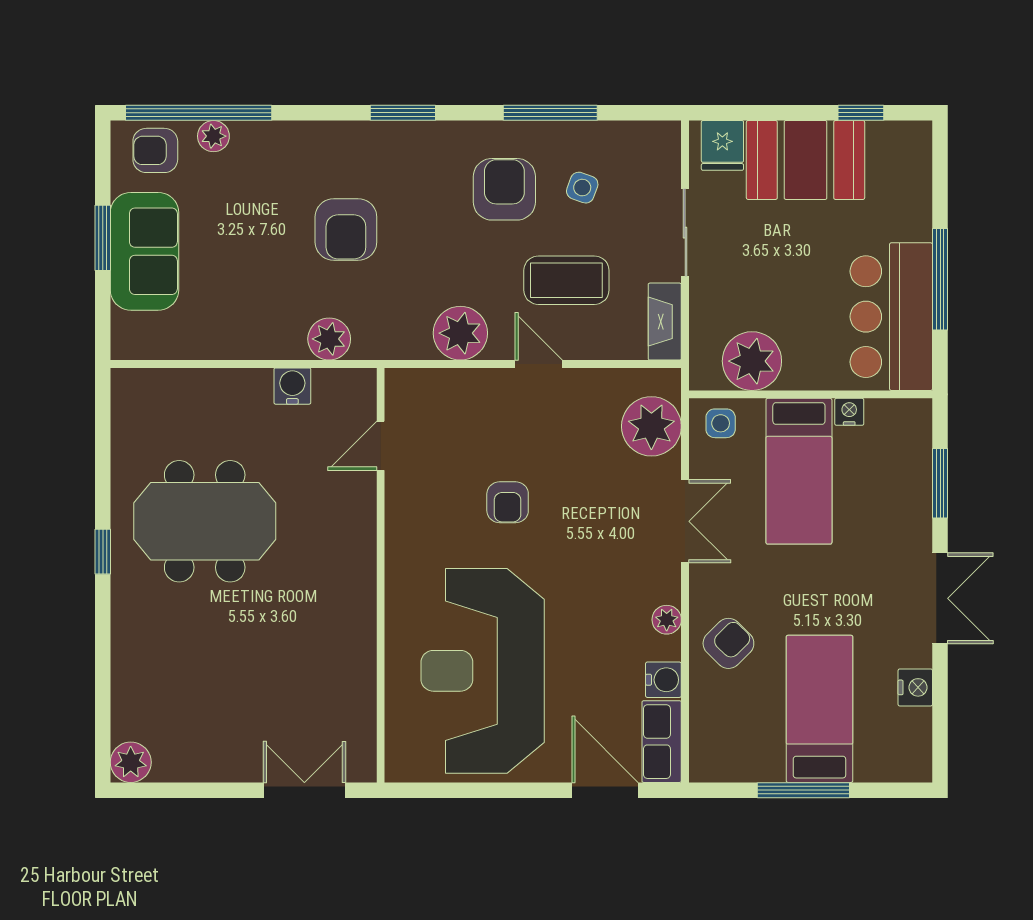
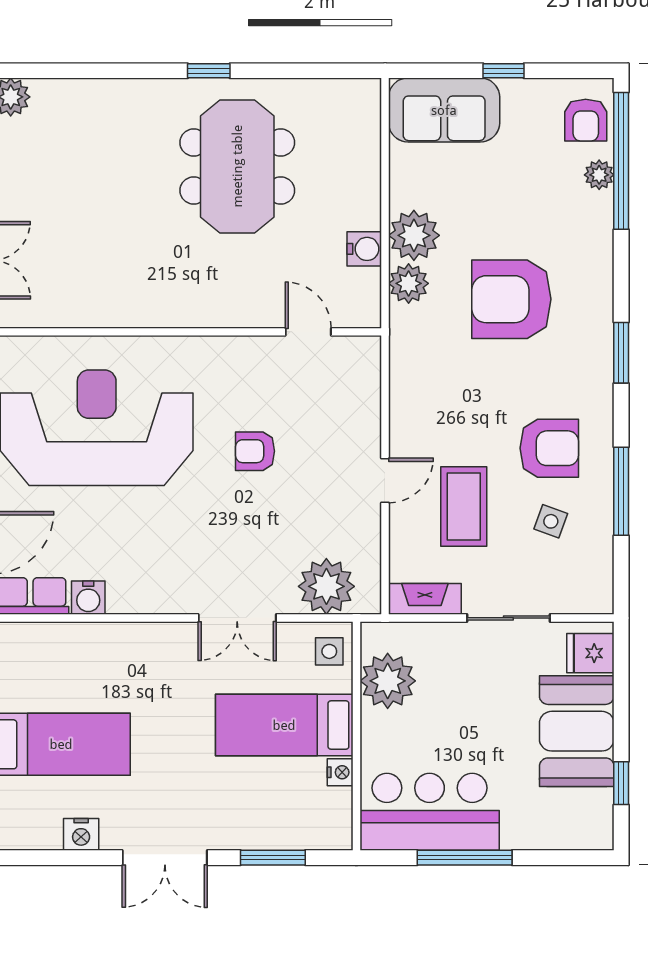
armchair: (155, 150) -> (586, 120), turned 180
armchair: (346, 229) -> (511, 299), width x1.36, depth x1.36
window: (103, 238) -> (504, 71), width x0.67
sofa: (145, 251) -> (444, 110), moved
plant: (460, 333) -> (414, 235), moved
plant: (667, 620) -> (145, 601), removed
armchair: (728, 643) -> (122, 659), removed

